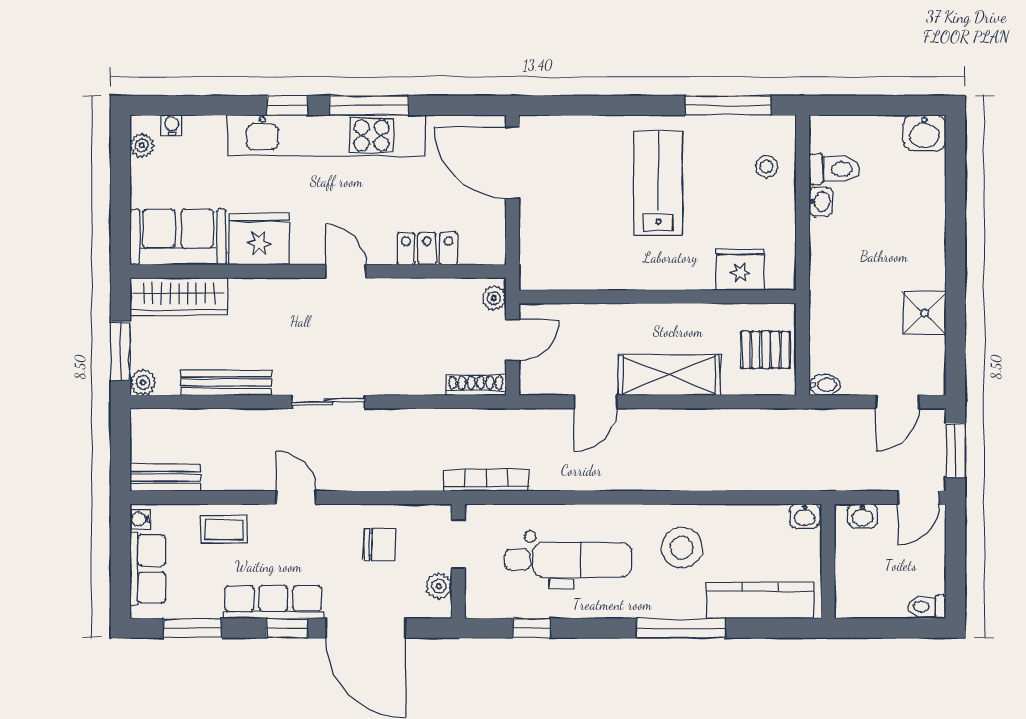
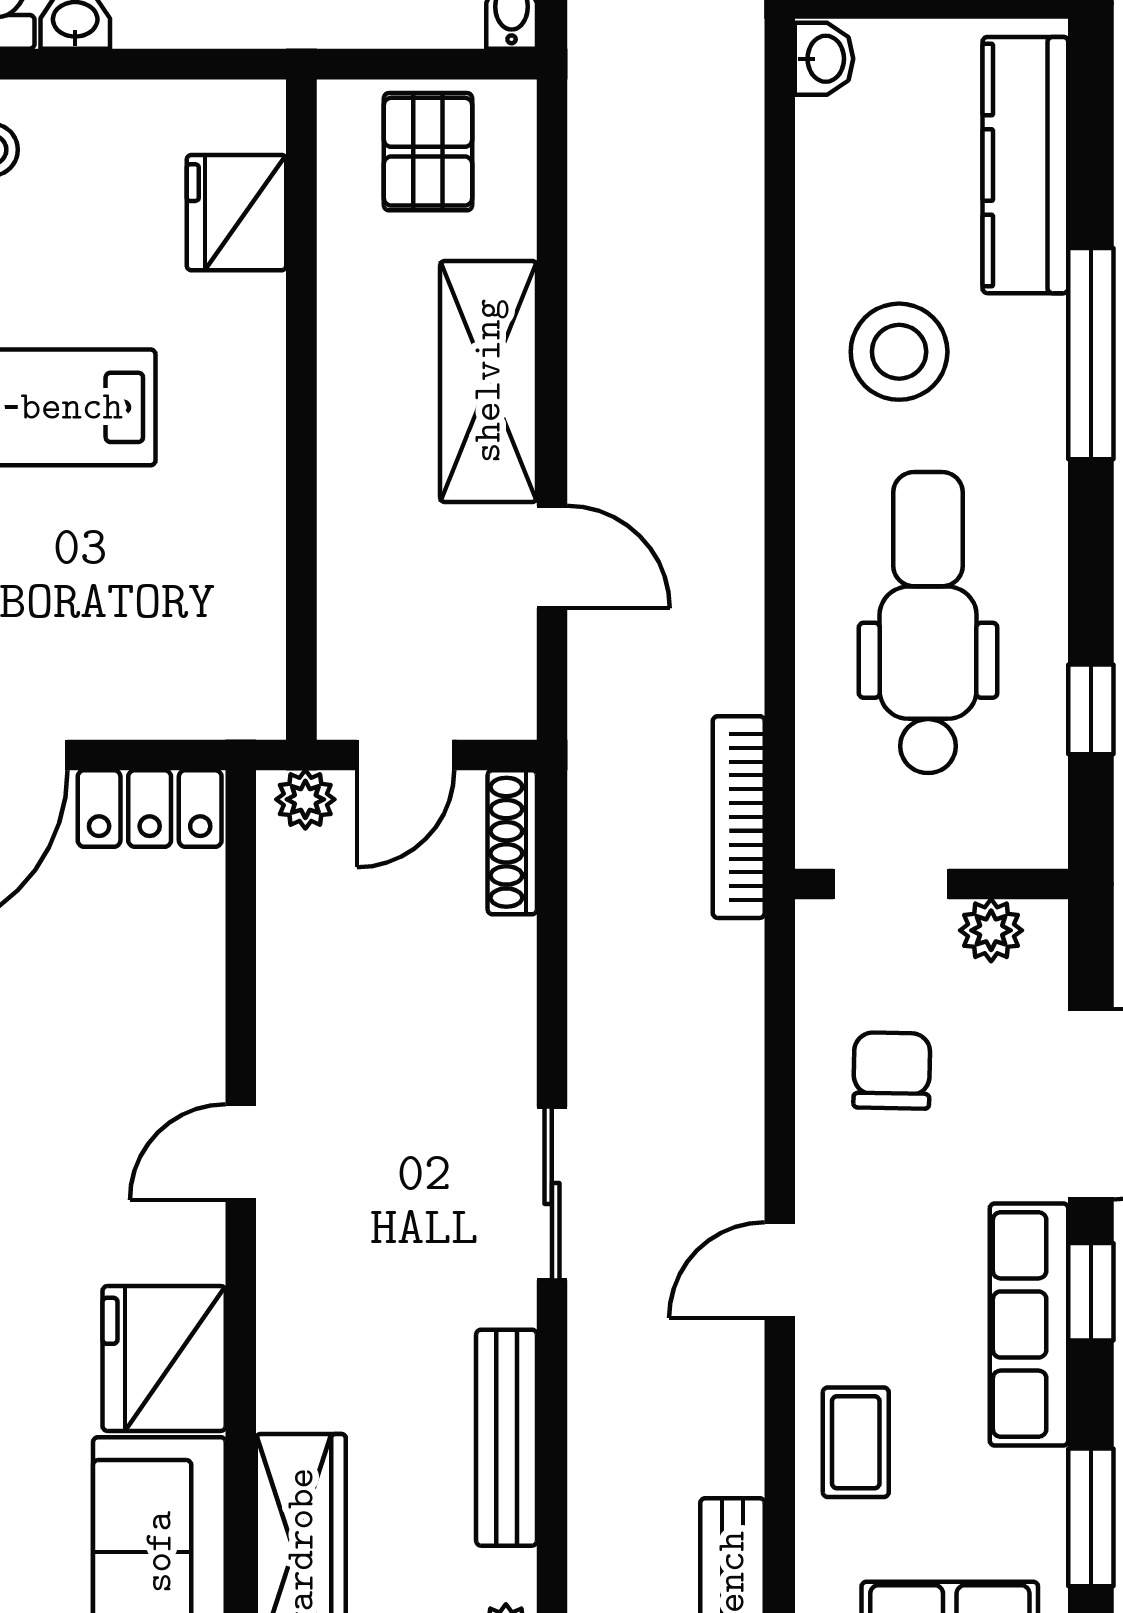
locker: (427, 249) -> (150, 809), moved, turned -90
door: (512, 340) -> (405, 755), swing flipped

